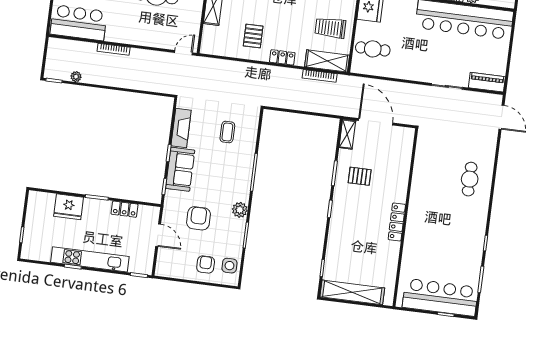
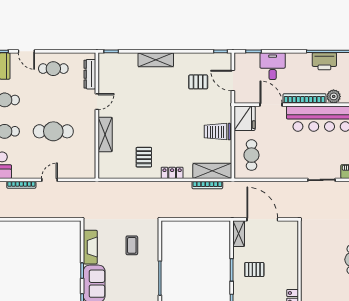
trolley: (330, 28) -> (217, 132), moved
cafe table: (373, 49) -> (251, 155), turned 90
door: (183, 53) -> (49, 180), moved

